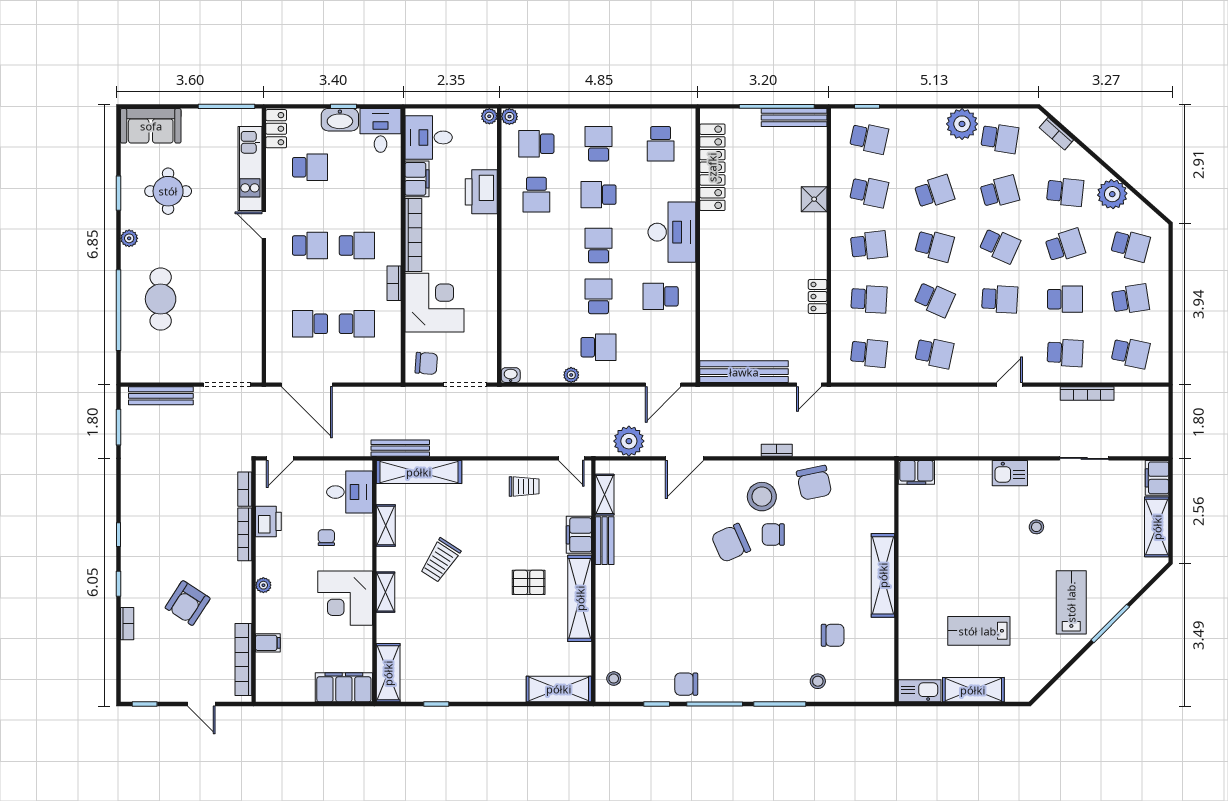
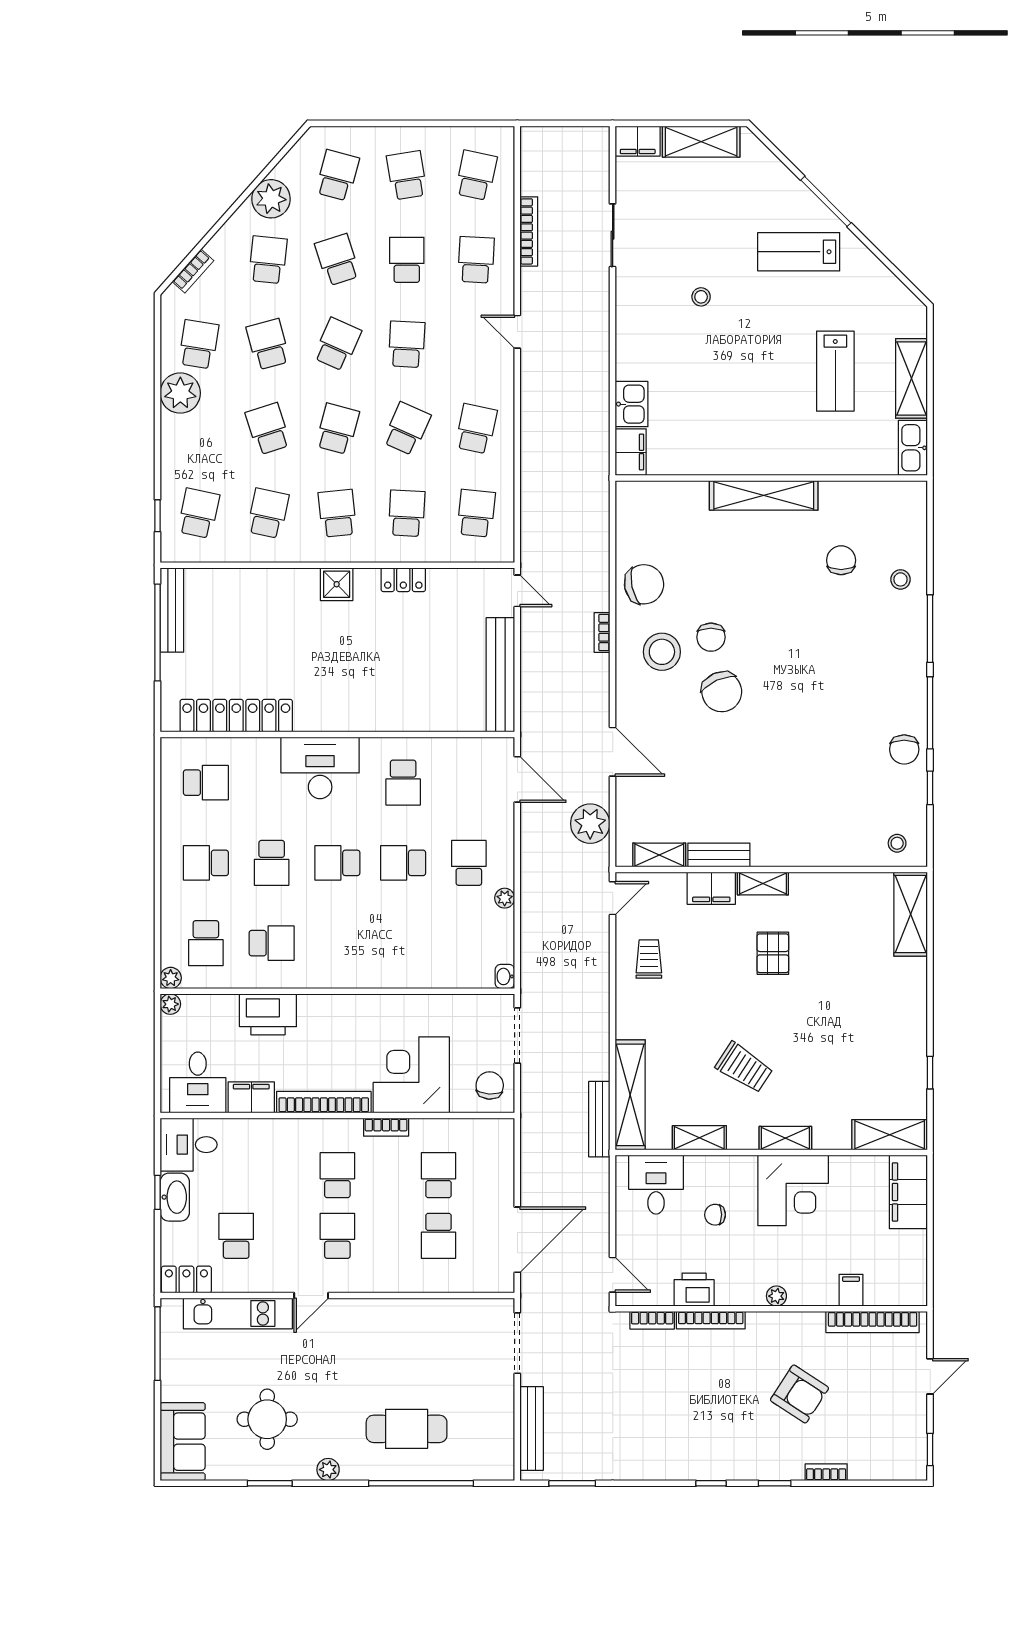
shower: (814, 199) -> (337, 584), moved
kitchen sink: (1010, 473) -> (632, 404), moved
shelving: (580, 598) -> (763, 884), width x0.45, depth x0.75

